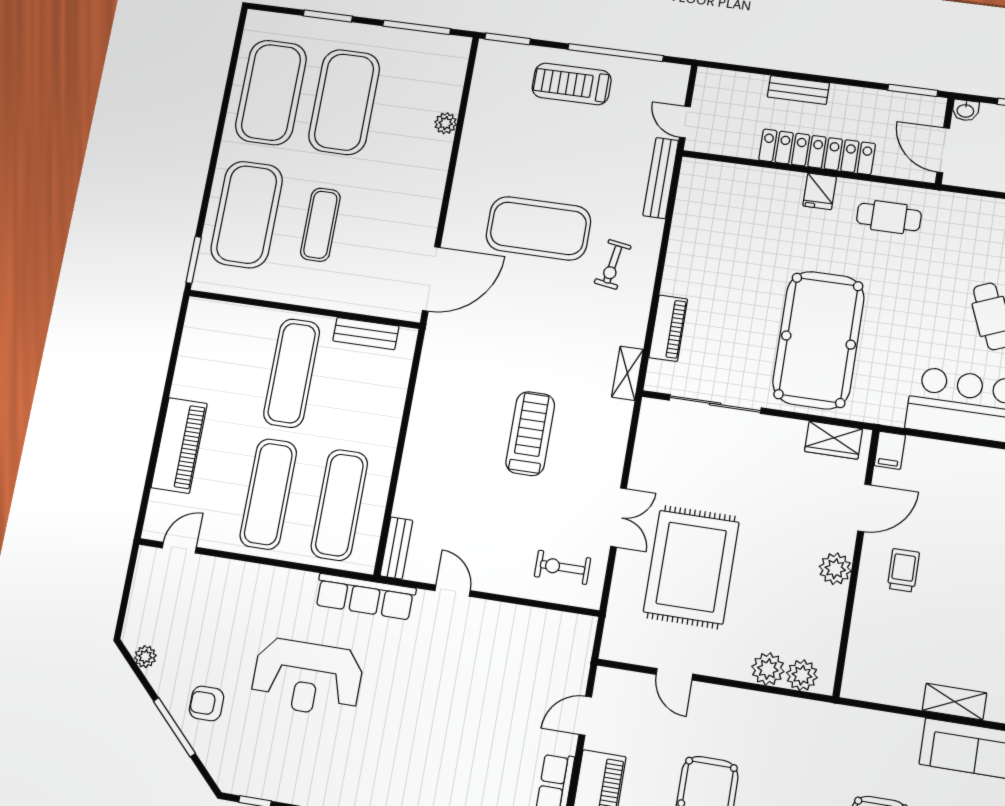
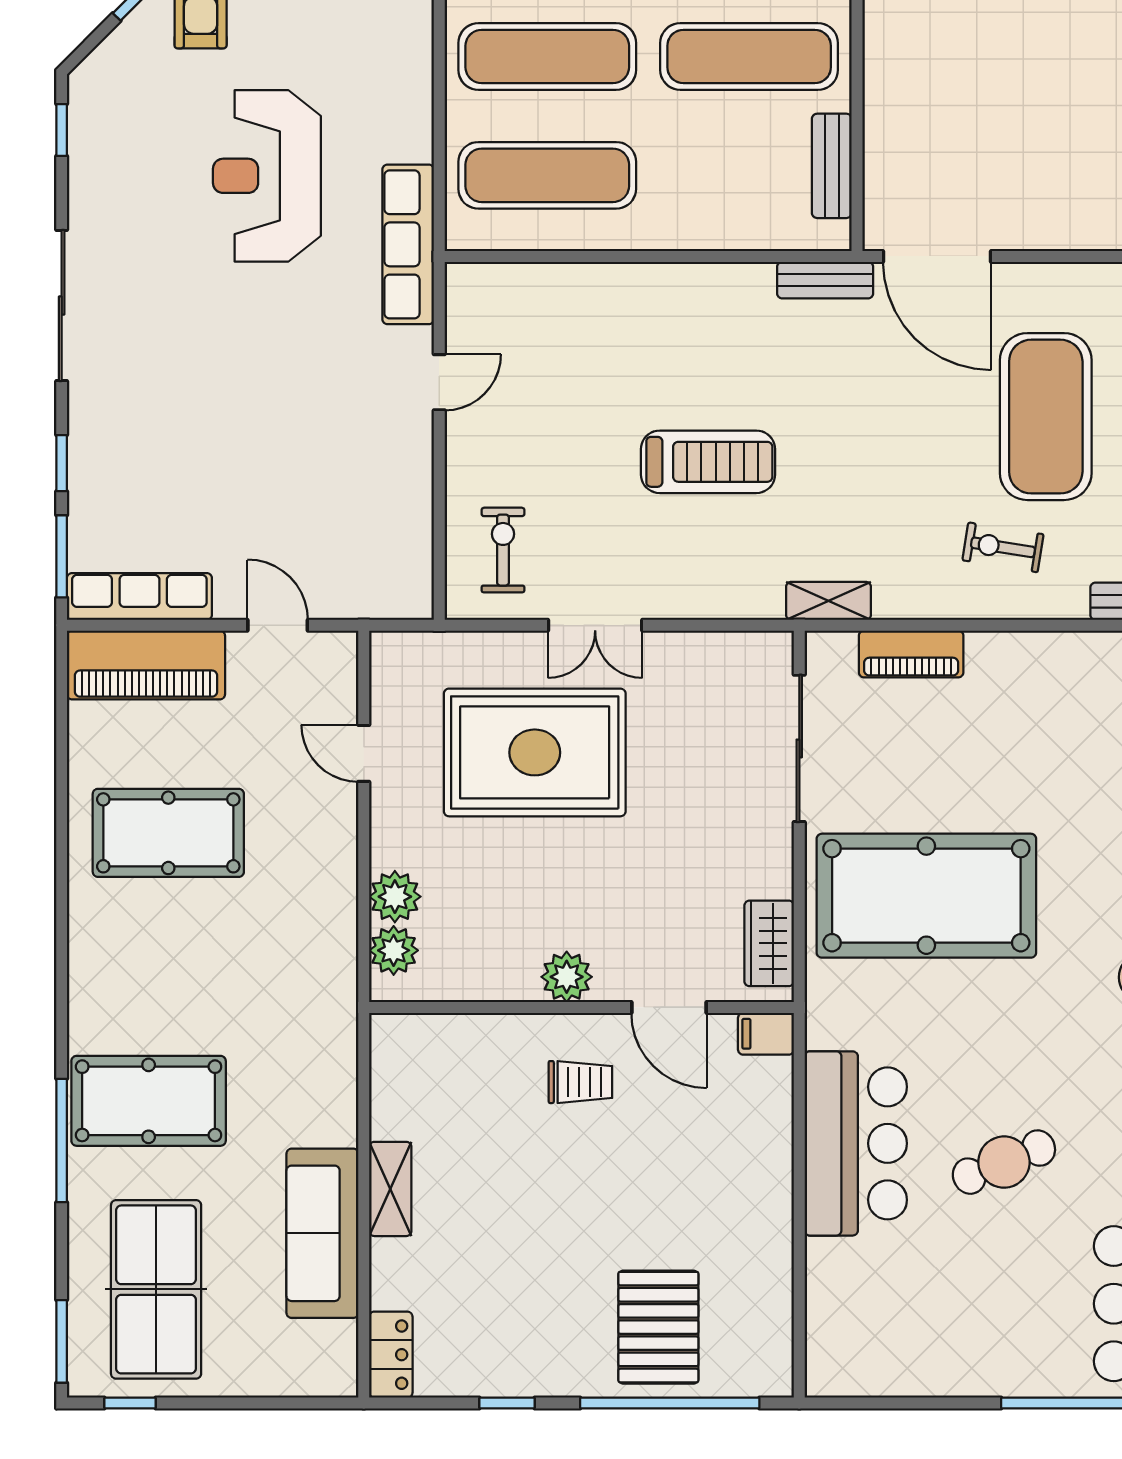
exercise mat: (320, 225) -> (1002, 56), removed
bench: (396, 548) -> (825, 280), moved
door: (674, 674) -> (364, 753), hinge flipped

